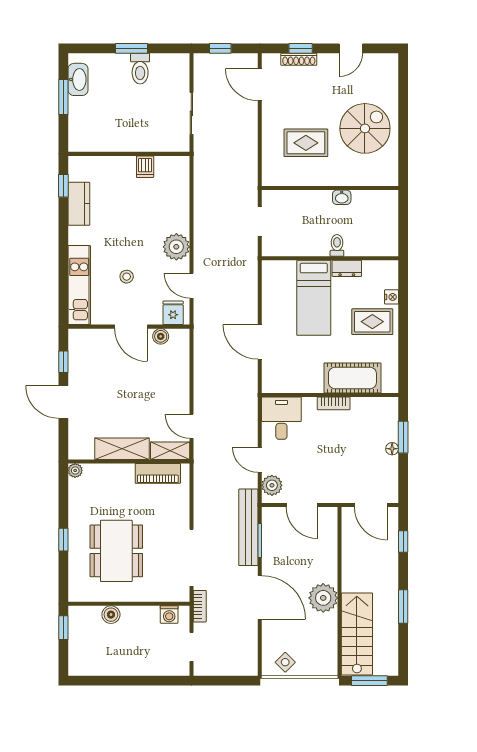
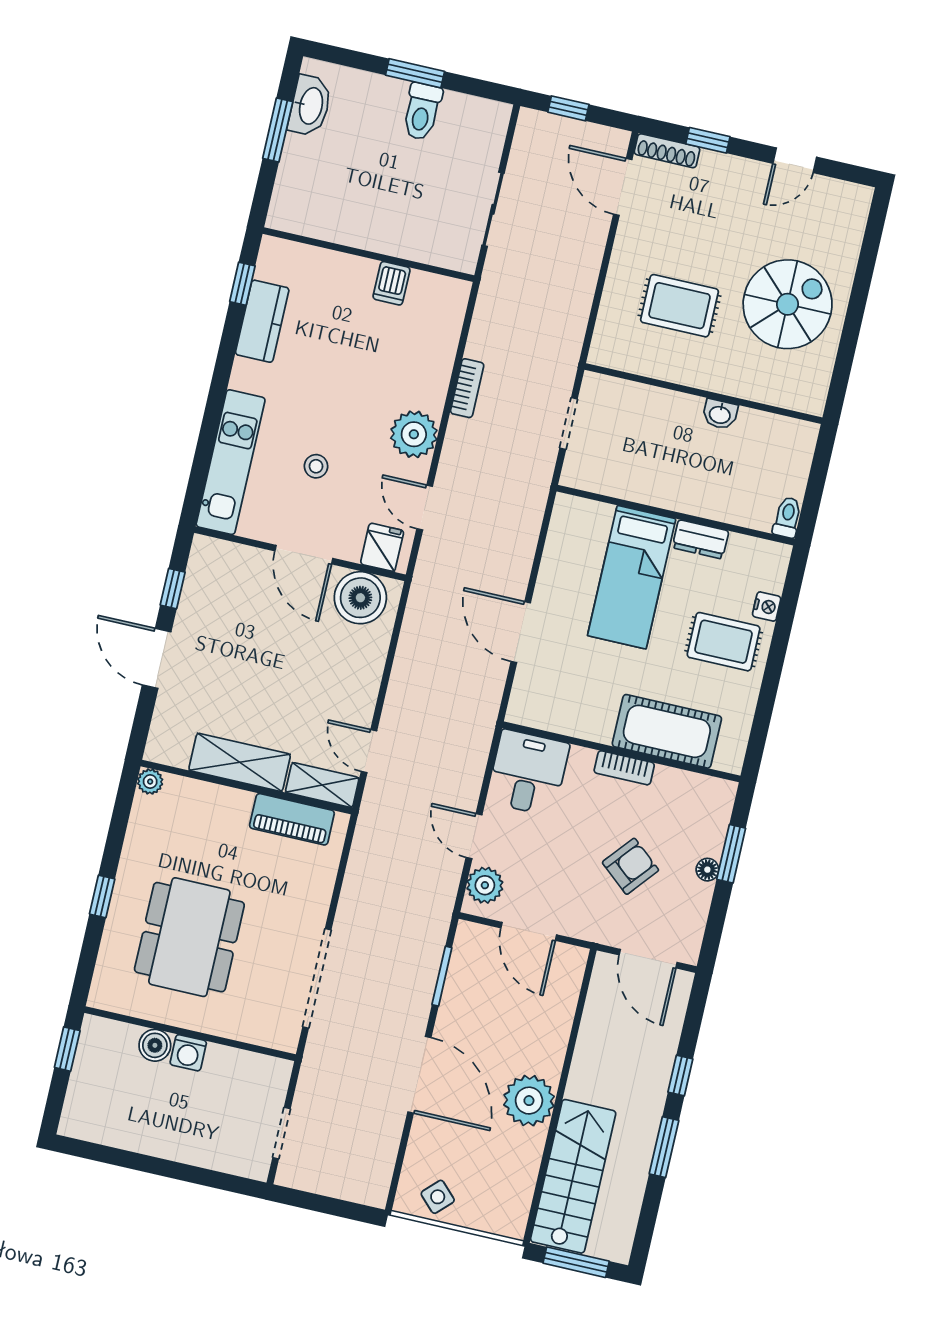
shoe rack: (299, 59) -> (667, 151), moved
toilet: (337, 245) -> (787, 517), moved
boiler: (161, 336) -> (360, 598), width x1.86, depth x1.86
armchair: (349, 457) -> (630, 866), added
bench: (248, 527) -> (427, 949), removed
window: (403, 541) -> (680, 1075), moved
bookcase: (200, 606) -> (467, 388), moved
washing machine: (169, 615) -> (188, 1053), moved

